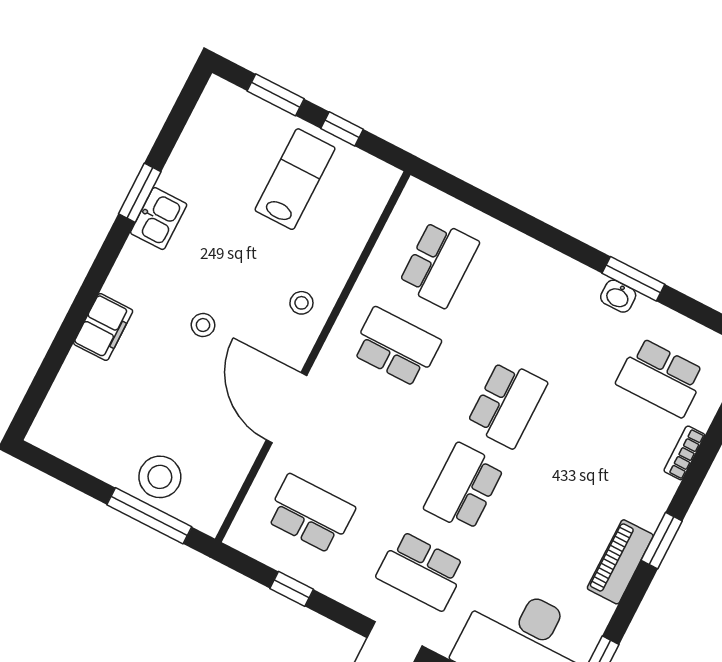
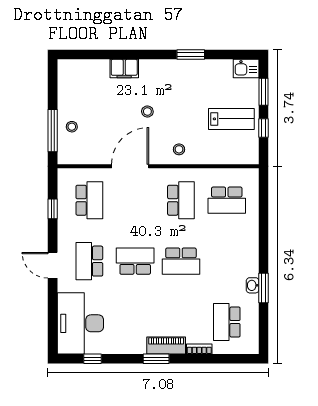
kitchen sink: (159, 219) -> (246, 68), moved
stool: (160, 477) -> (72, 127), width x0.53, depth x0.53
piano: (620, 562) -> (166, 346), moved

